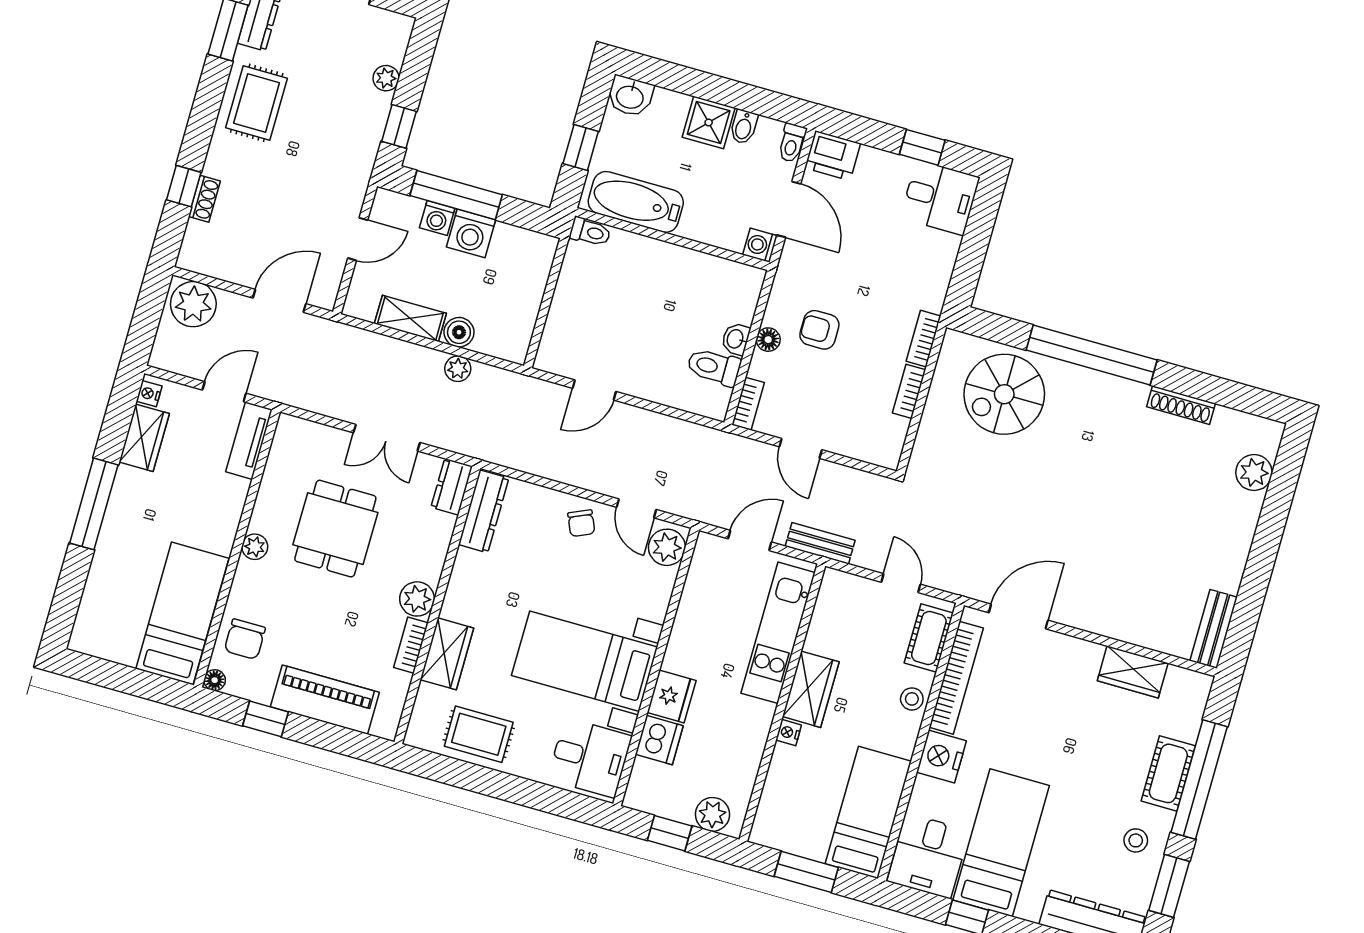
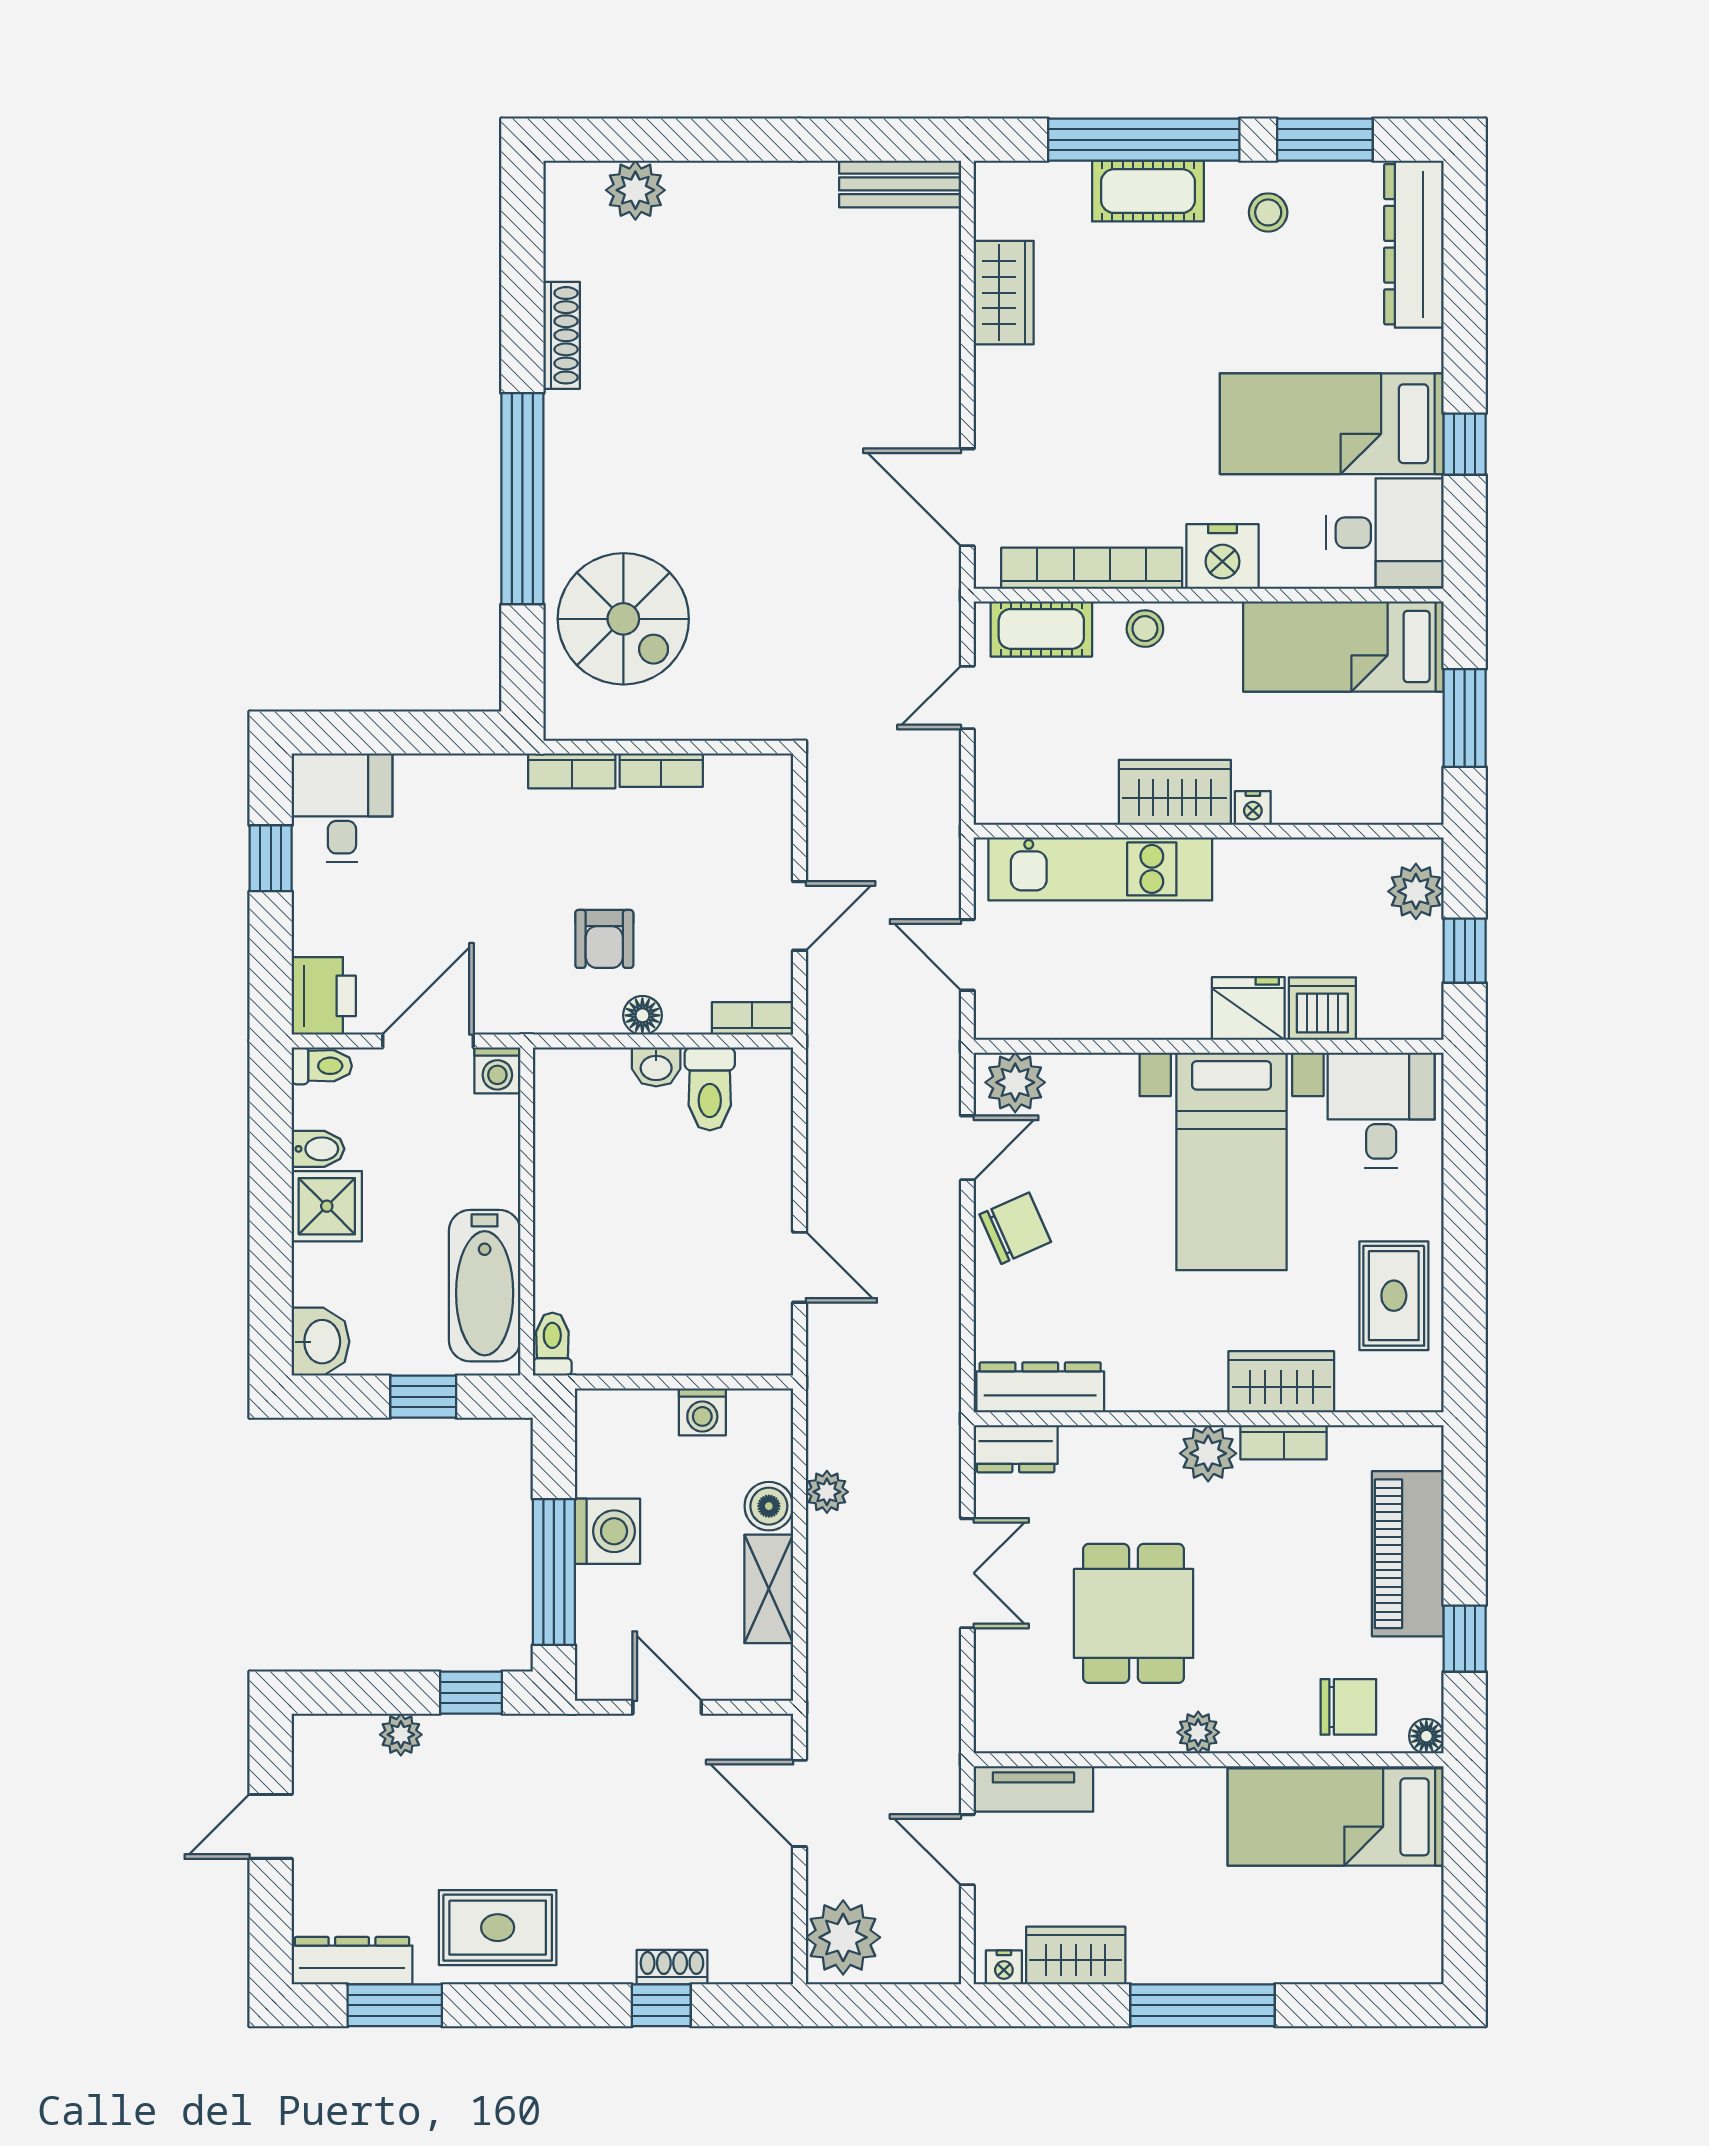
washing machine: (437, 218) -> (702, 1412), moved, turned 90
chair: (581, 523) -> (1015, 1228), width x1.37, depth x1.37
dining table: (335, 529) -> (1134, 1613), turned 90
bench: (820, 543) -> (941, 843), removed

